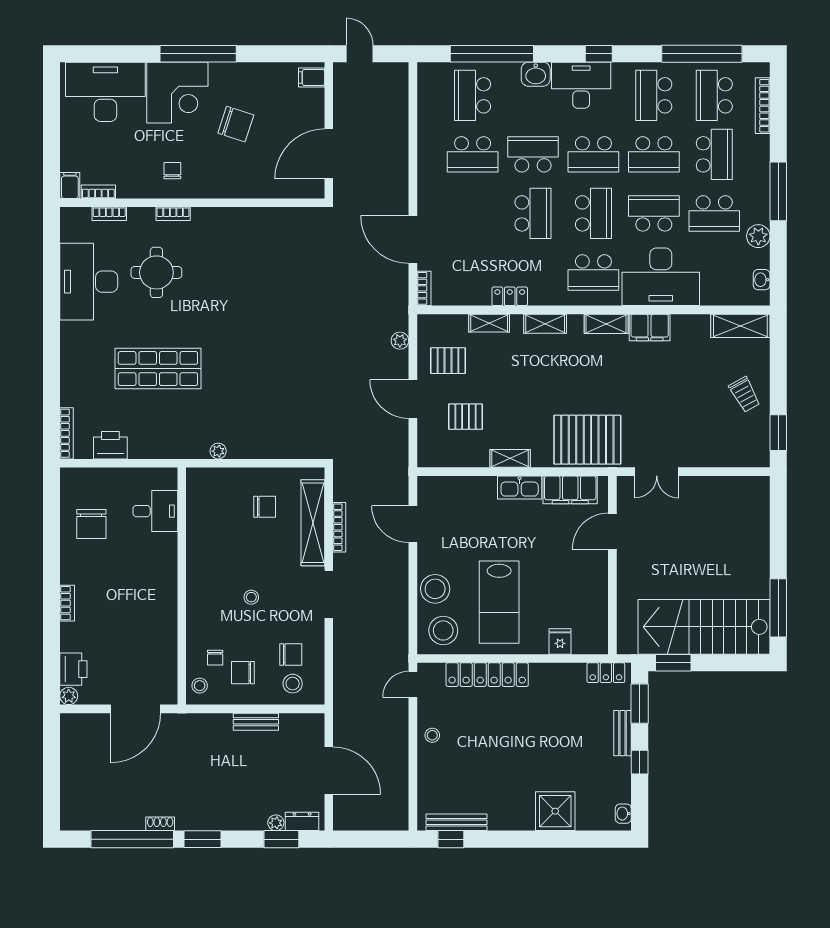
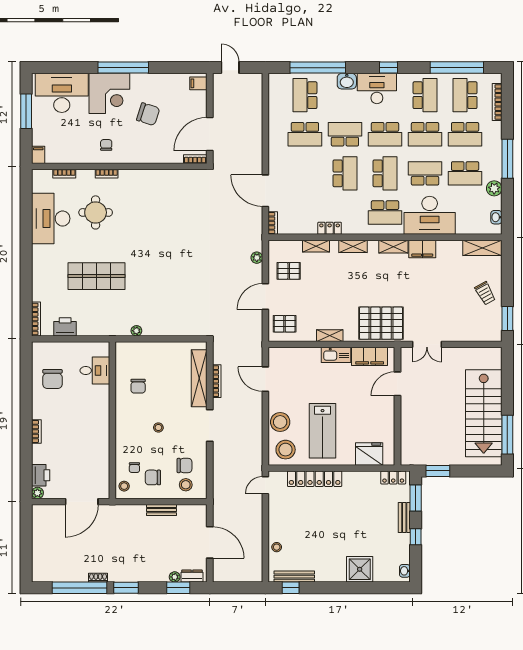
school desk: (654, 95) -> (425, 95), turned 180
window: (52, 120) -> (26, 111), added
school desk: (714, 154) -> (465, 134), turned 90
bookcase: (98, 192) -> (195, 159), moved
door: (413, 399) -> (265, 296), hinge flipped
pallet: (466, 417) -> (285, 324), moved
chair: (265, 507) -> (138, 386), moved, turned 90
stairs: (704, 627) -> (484, 413), moved, turned -90
fridge: (560, 641) -> (369, 454), width x1.88, depth x1.34
stool: (432, 735) -> (277, 547), moved

